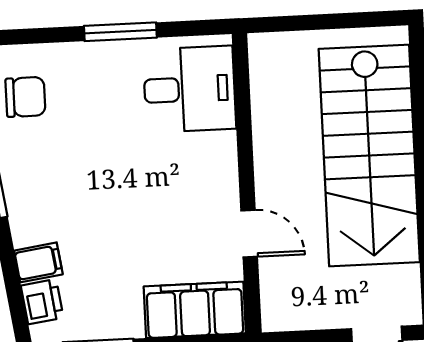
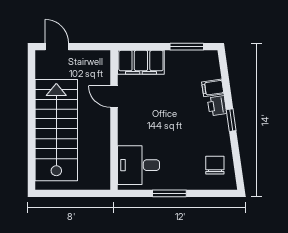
chair: (25, 97) -> (215, 165), turned 90
printer: (42, 302) -> (217, 106), moved

